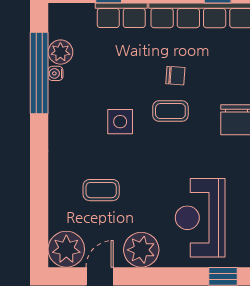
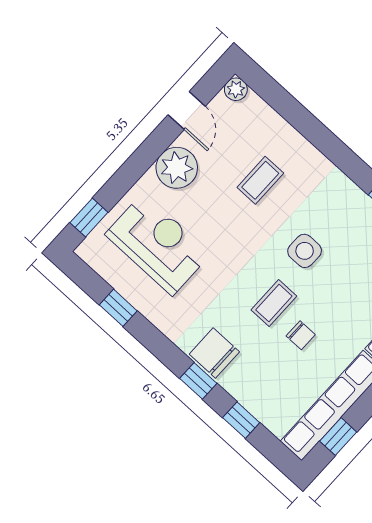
chair: (175, 76) -> (301, 335), turned -94
plant: (66, 249) -> (236, 89), width x0.53, depth x0.53

